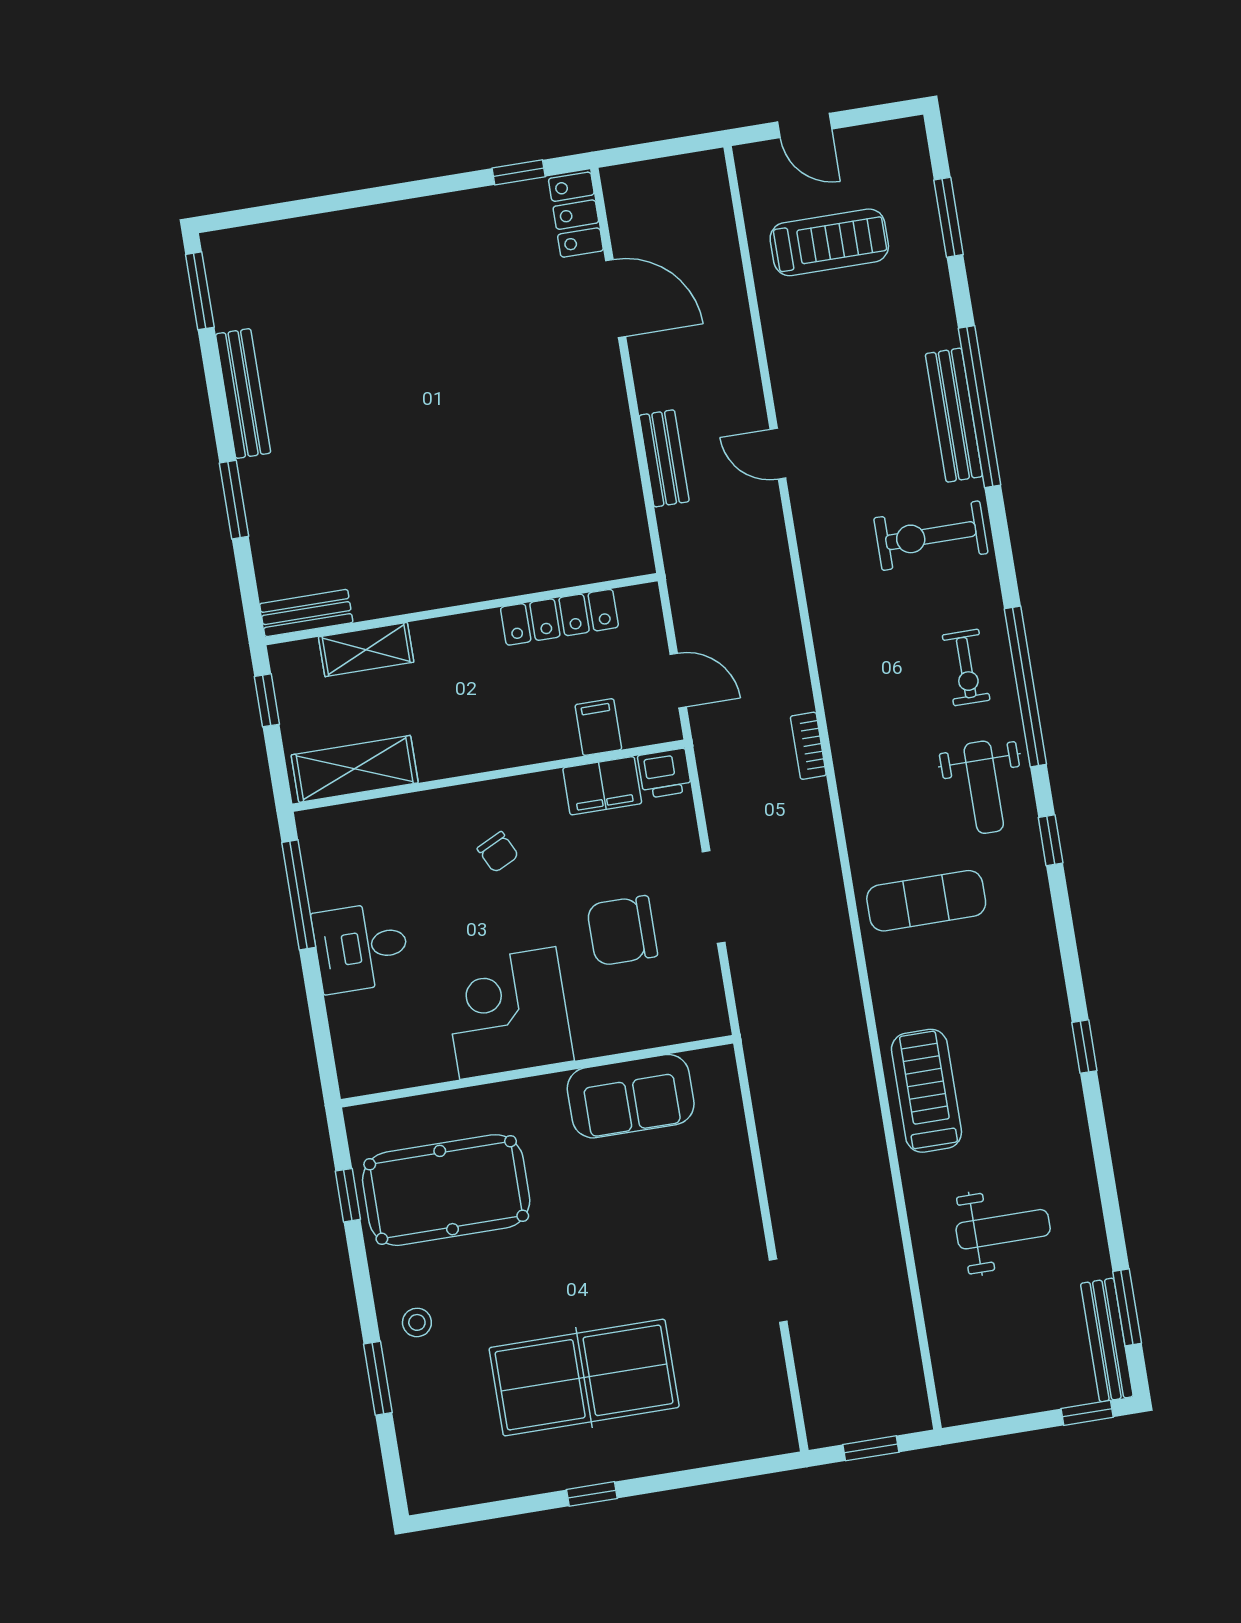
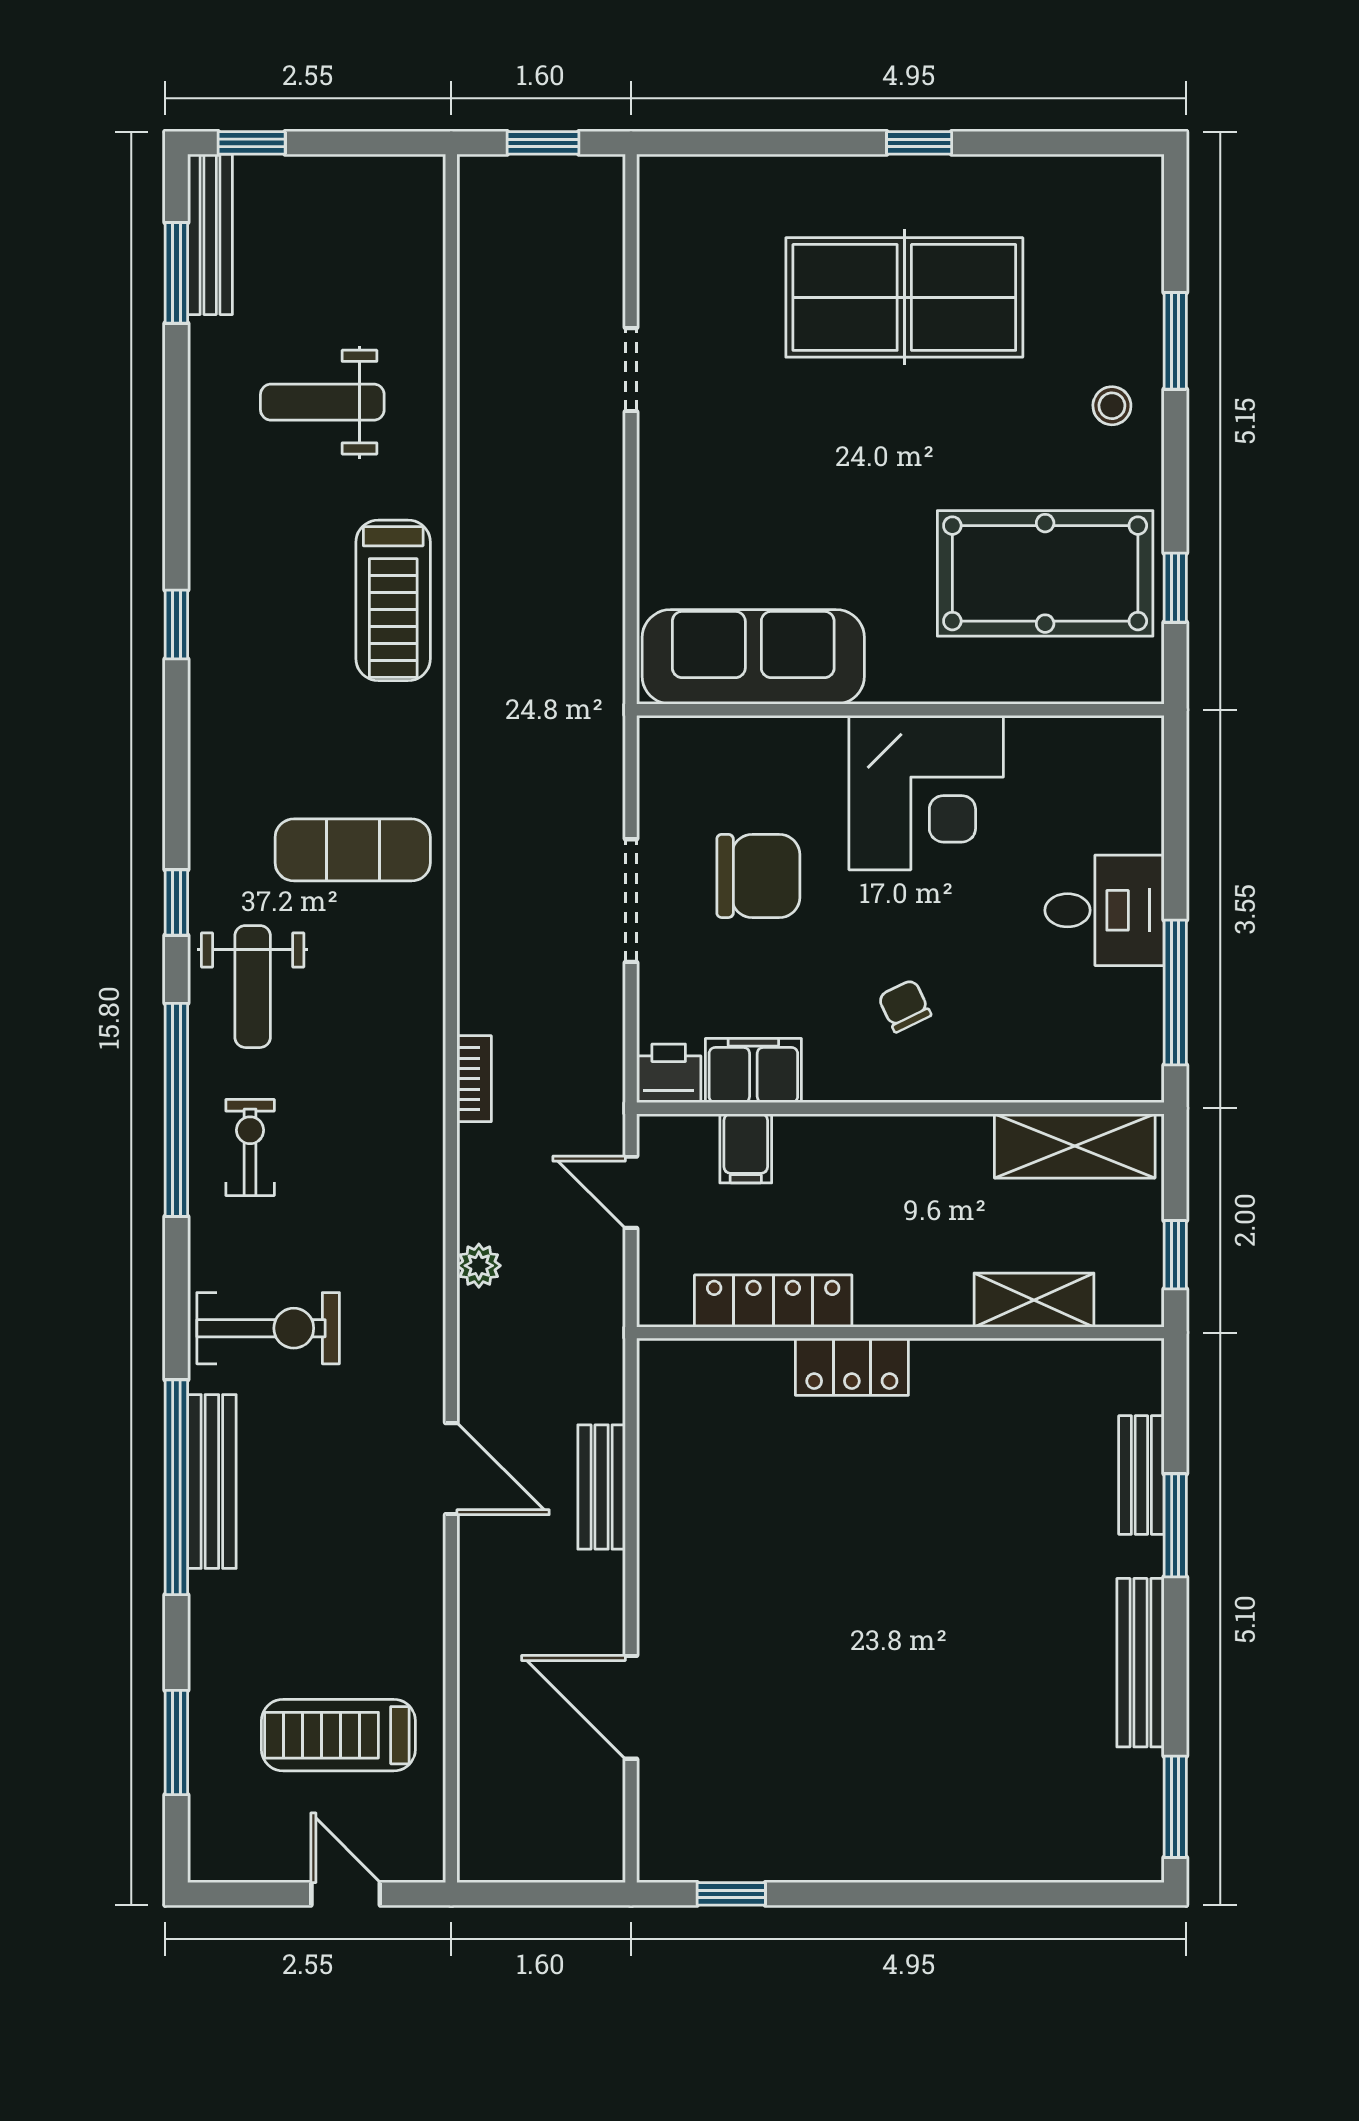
locker: (576, 215) -> (852, 1367), moved, turned 90
door: (778, 454) -> (451, 1469), width x1.37
plant: (782, 608) -> (479, 1266), added
bench: (306, 613) -> (1141, 1475), moved, turned 90
weight bench: (984, 787) -> (253, 987), turned 180
sofa: (631, 1096) -> (753, 657), width x1.36

